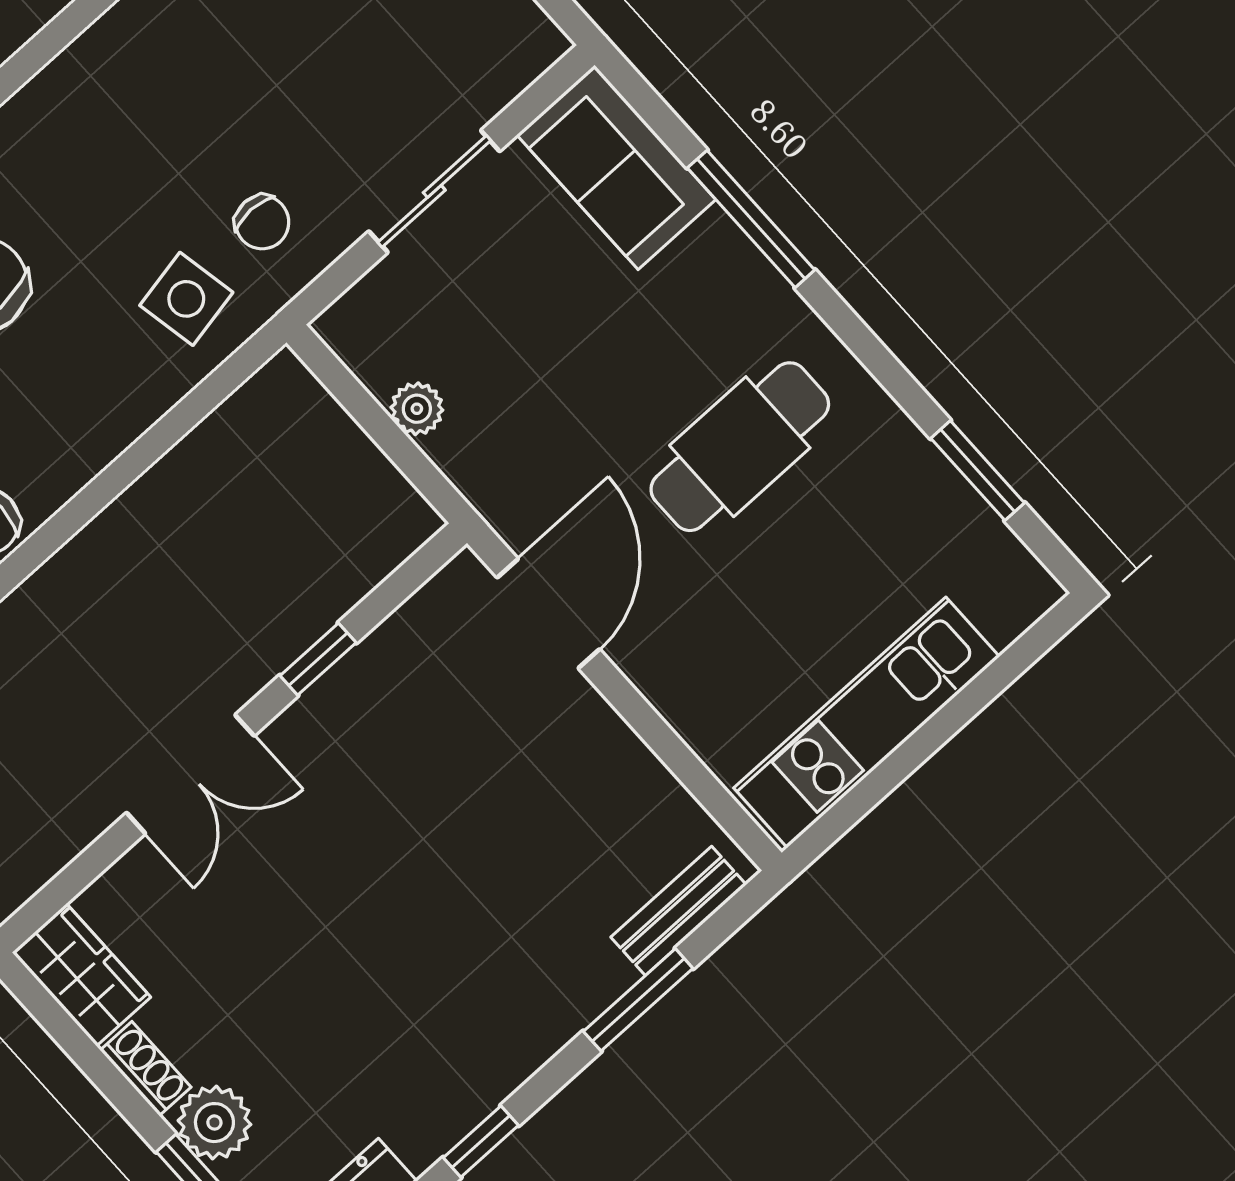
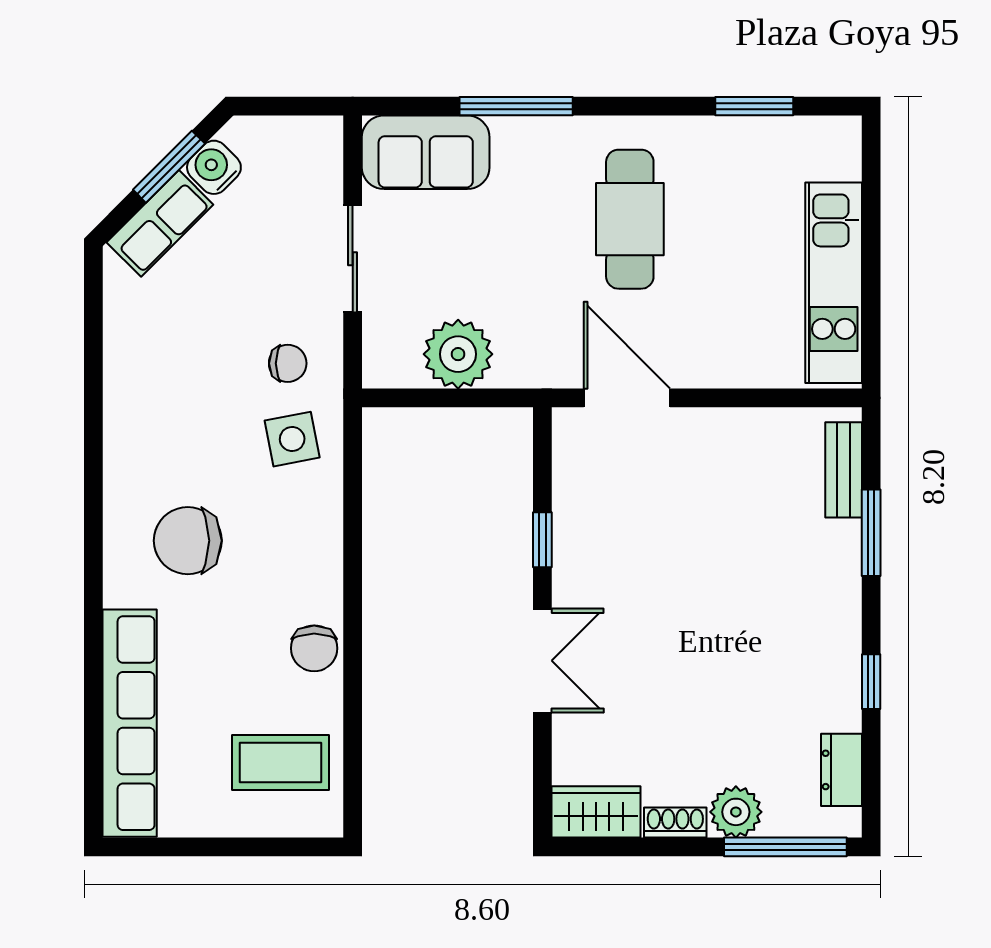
plant: (417, 409) -> (458, 354), width x1.88, depth x1.88

